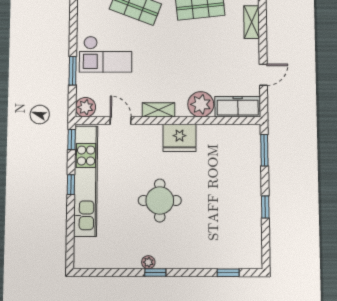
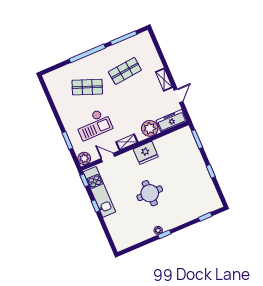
shelving: (252, 22) -> (164, 80), moved
checkout: (106, 54) -> (94, 124), moved
kitchen unit: (86, 181) -> (99, 192), width x0.73

